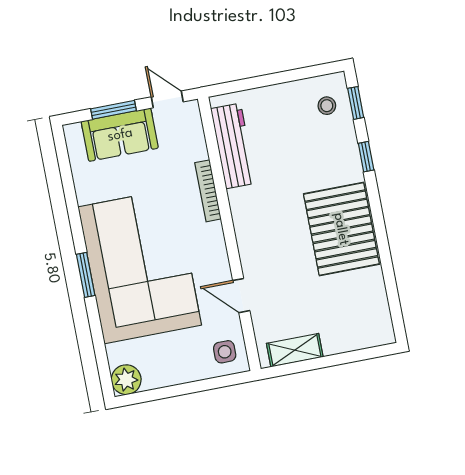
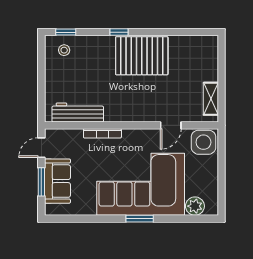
window: (366, 157) -> (119, 32), moved
side table: (225, 352) -> (203, 142), width x1.87, depth x1.87
plant: (126, 380) -> (195, 206), moved

